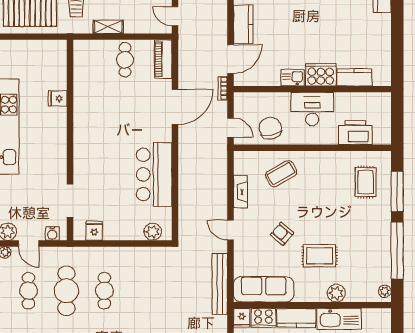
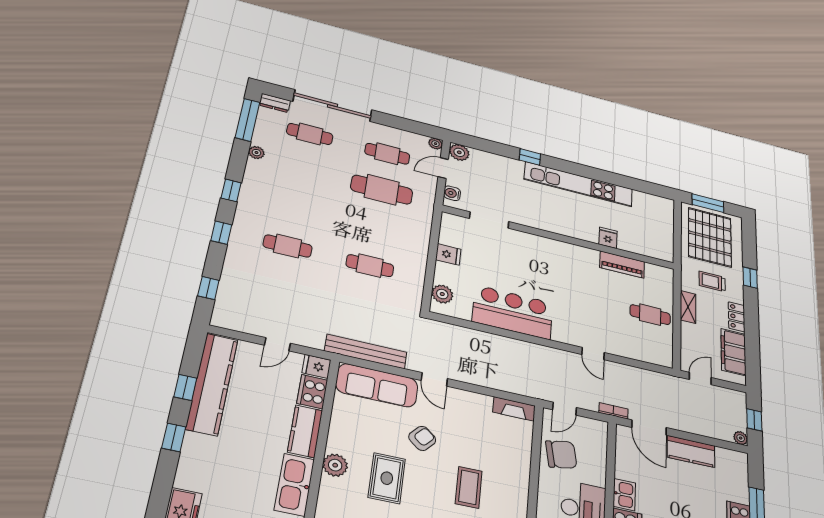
piano: (163, 59) -> (622, 265), moved, turned 180
door: (175, 107) -> (593, 353), width x0.53
coffee table: (281, 174) -> (469, 487), moved, turned 30
fireplace: (241, 192) -> (514, 409), moved
door: (231, 230) -> (434, 379), swing flipped
fridge: (94, 231) -> (448, 254), moved
sofa: (264, 289) -> (377, 385), moved, turned 90
cafe table: (104, 291) -> (370, 266), moved
plant: (336, 293) -> (335, 465), moved

